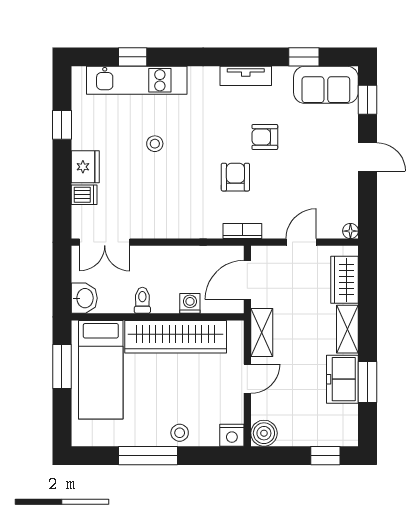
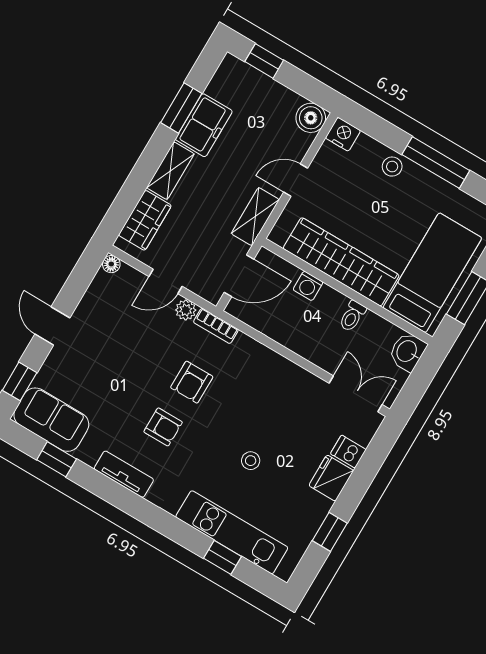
armchair: (265, 137) -> (163, 427), moved
plant: (273, 230) -> (186, 310), added

